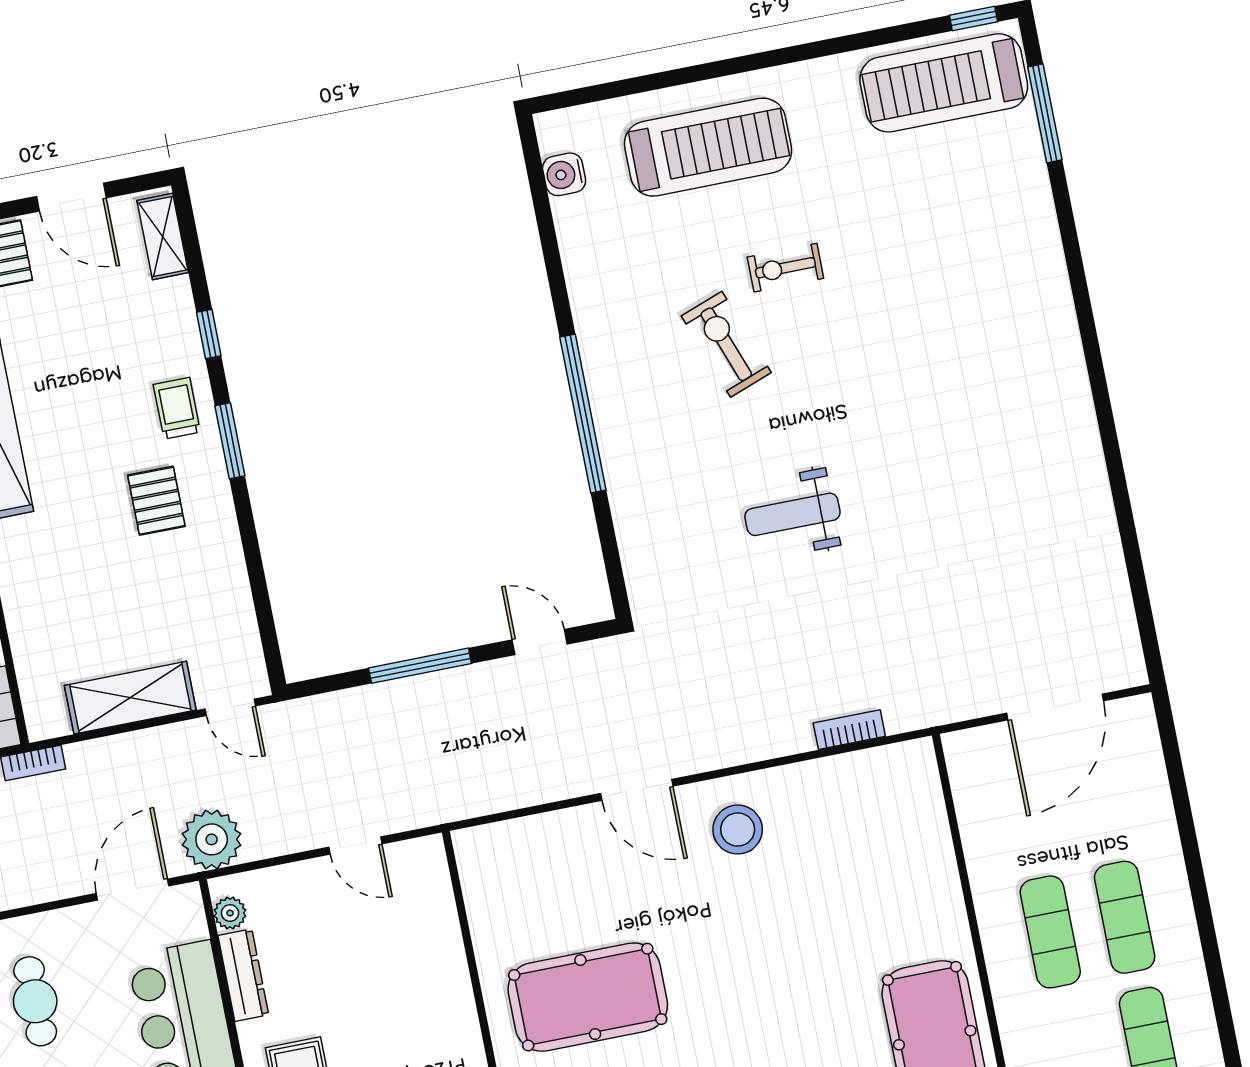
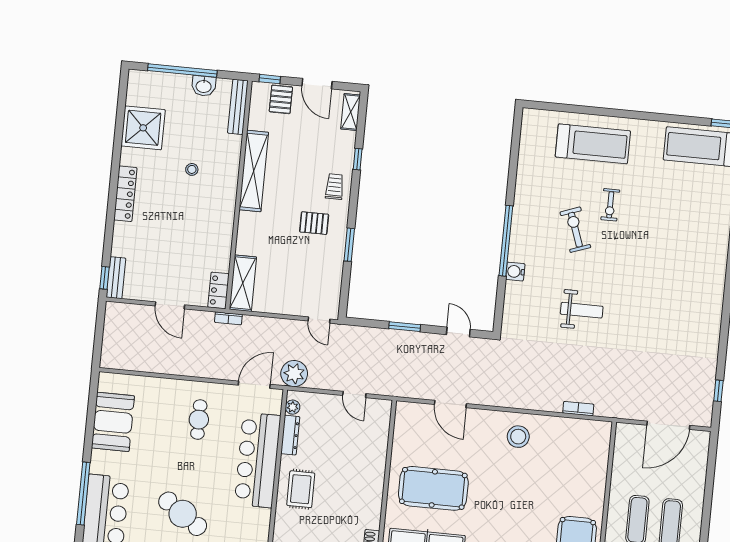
water cooler: (564, 174) -> (515, 272), moved
exercise bike: (785, 268) -> (610, 205), turned -90
window: (230, 441) -> (349, 245), moved
pallet: (156, 501) -> (314, 223), turned 90
weight bench: (792, 514) -> (582, 310), turned 180
window: (1141, 599) -> (718, 391), added
window: (420, 666) -> (405, 327), width x0.69
shelving: (130, 698) -> (243, 283), moved, turned 90
door: (637, 790) -> (450, 404), moved

